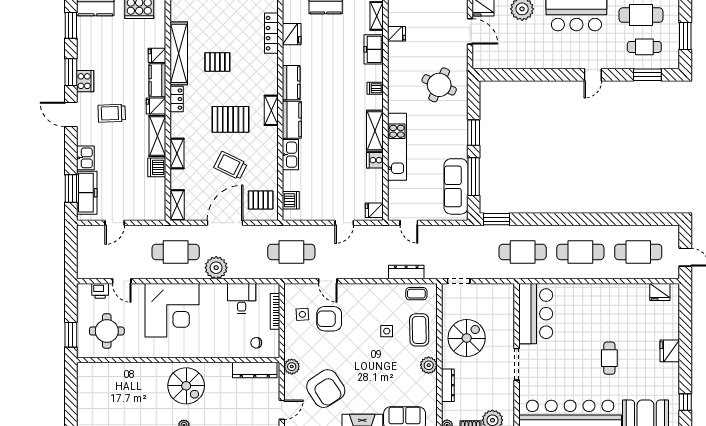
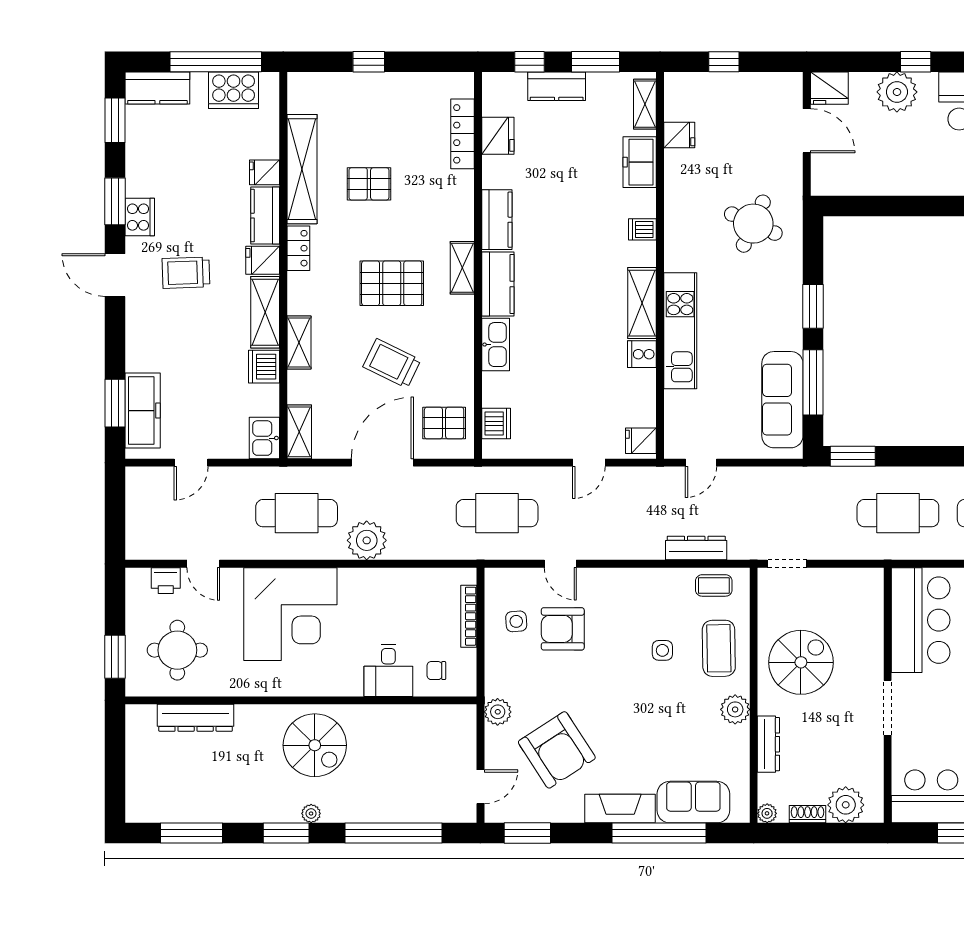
kitchen sink: (85, 158) -> (264, 438), moved, turned 180
door: (409, 223) -> (701, 463), hinge flipped
desk: (242, 298) -> (388, 670), moved, turned 180
dresser: (255, 370) -> (196, 718), moved

